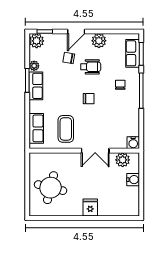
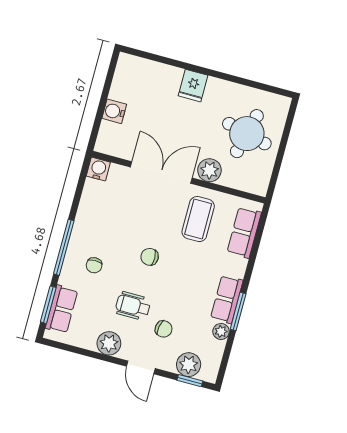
door: (76, 32) -> (141, 367), swing flipped
plant: (37, 41) -> (189, 365), moved
double door: (95, 151) -> (161, 173), width x1.37
plant: (123, 160) -> (209, 170), moved

